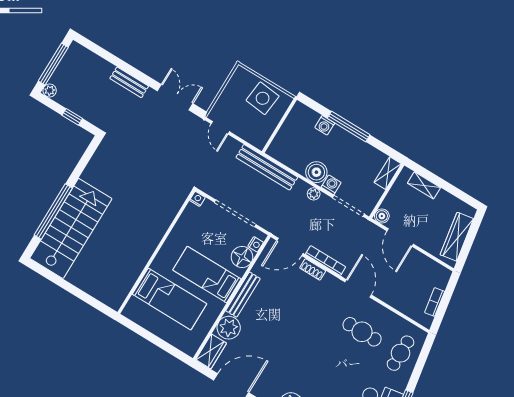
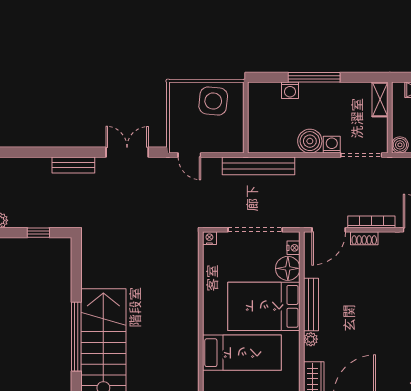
plant: (314, 194) -> (320, 164), removed
bed: (207, 275) -> (264, 306), width x1.50
plant: (229, 328) -> (311, 339), width x0.53, depth x0.53

